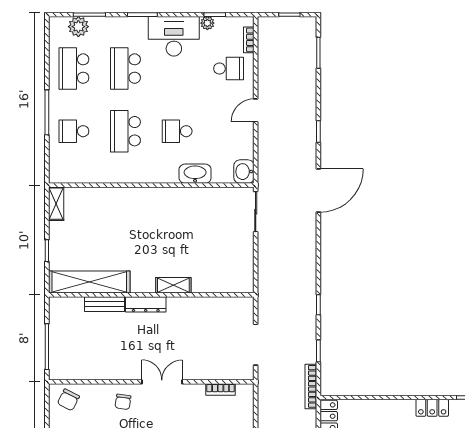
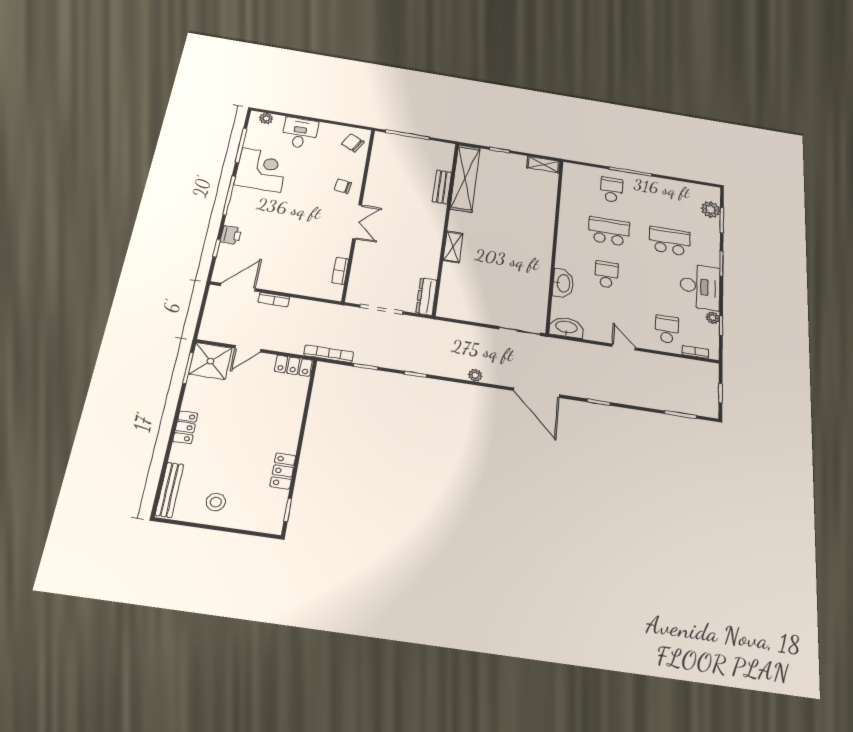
school desk: (74, 69) -> (671, 199), removed
school desk: (229, 69) -> (667, 329), turned 180
washbasin: (244, 172) -> (566, 327), width x1.38
plant: (310, 249) -> (475, 375), added
dresser: (146, 304) -> (426, 296), moved

